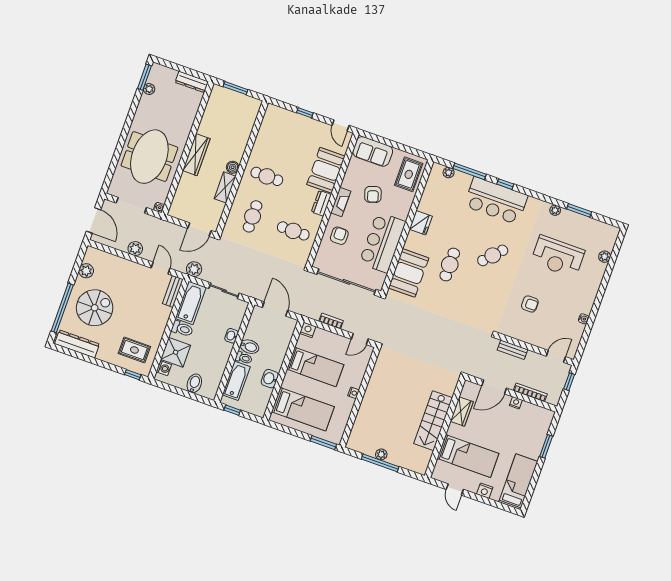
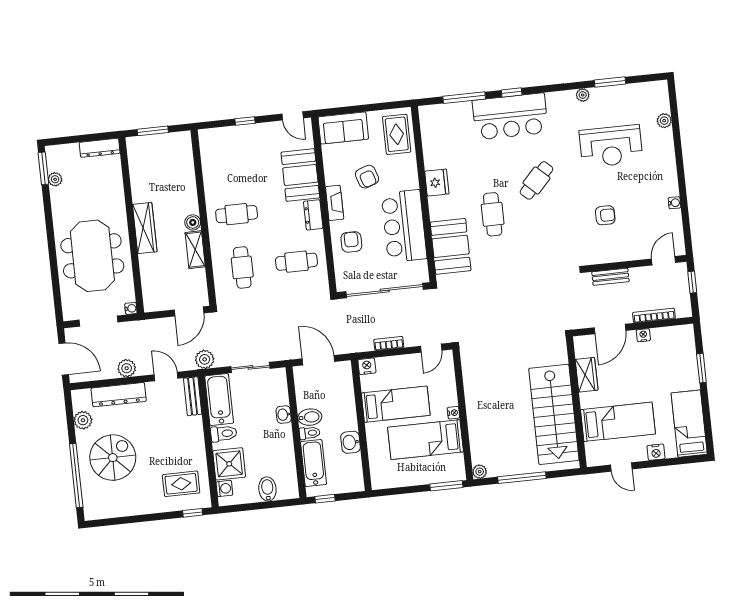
plant: (449, 173) -> (441, 110), removed
dresser: (77, 344) -> (119, 395), moved, turned 180
bed: (303, 409) -> (426, 440), moved, turned 180
stairs: (433, 421) -> (554, 414), width x1.36, depth x1.51
plant: (381, 454) -> (480, 472), moved

